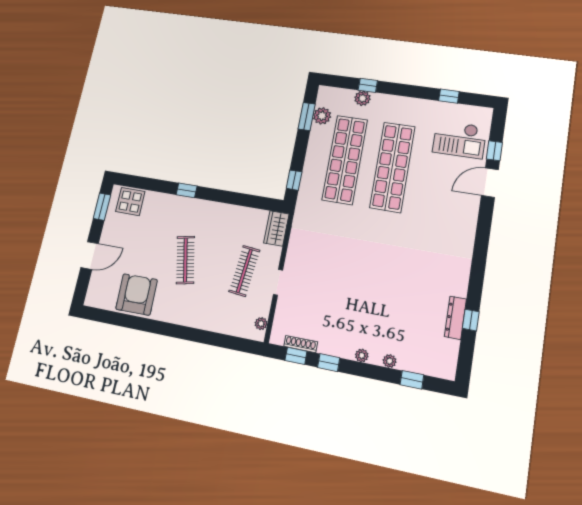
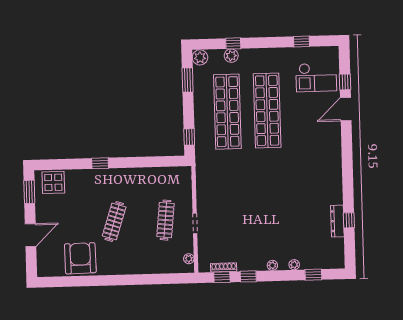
plant: (322, 116) -> (200, 57), moved
wardrobe: (276, 228) -> (184, 180), removed
clothes rail: (185, 260) -> (114, 221), turned 30

